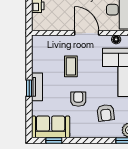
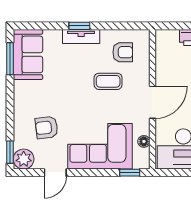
armchair: (78, 99) -> (123, 52), moved
window: (54, 140) -> (10, 59), width x1.50

